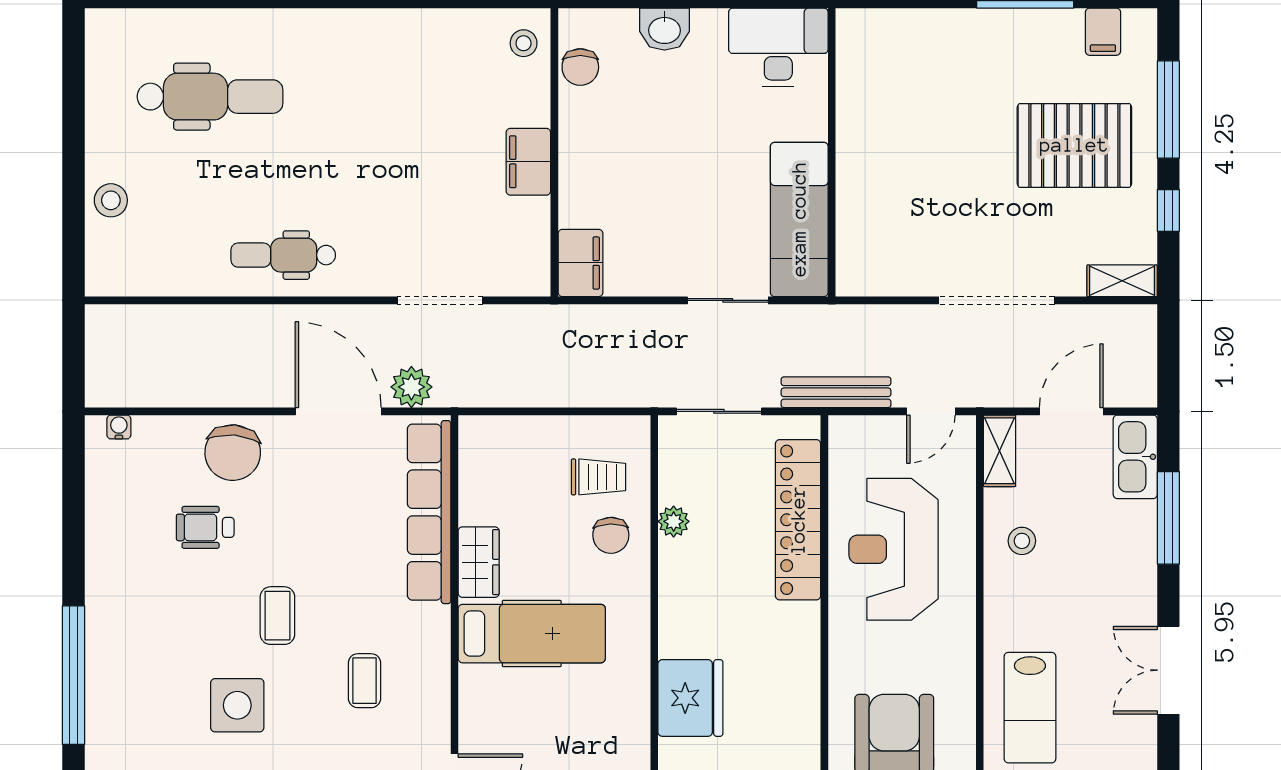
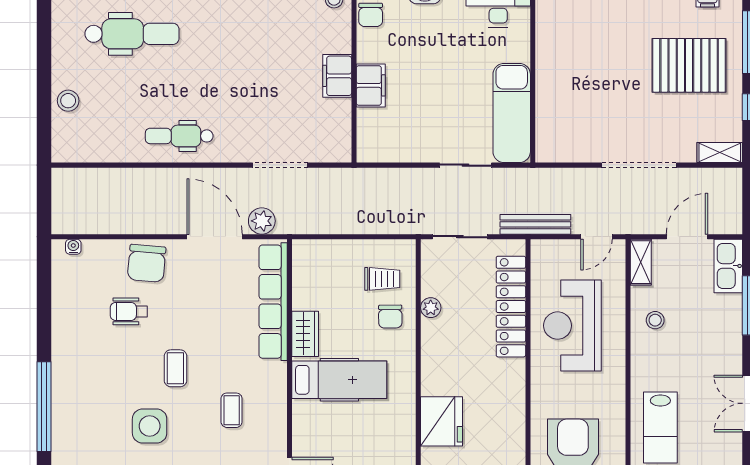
filing cabinet: (581, 263) -> (371, 85), moved

